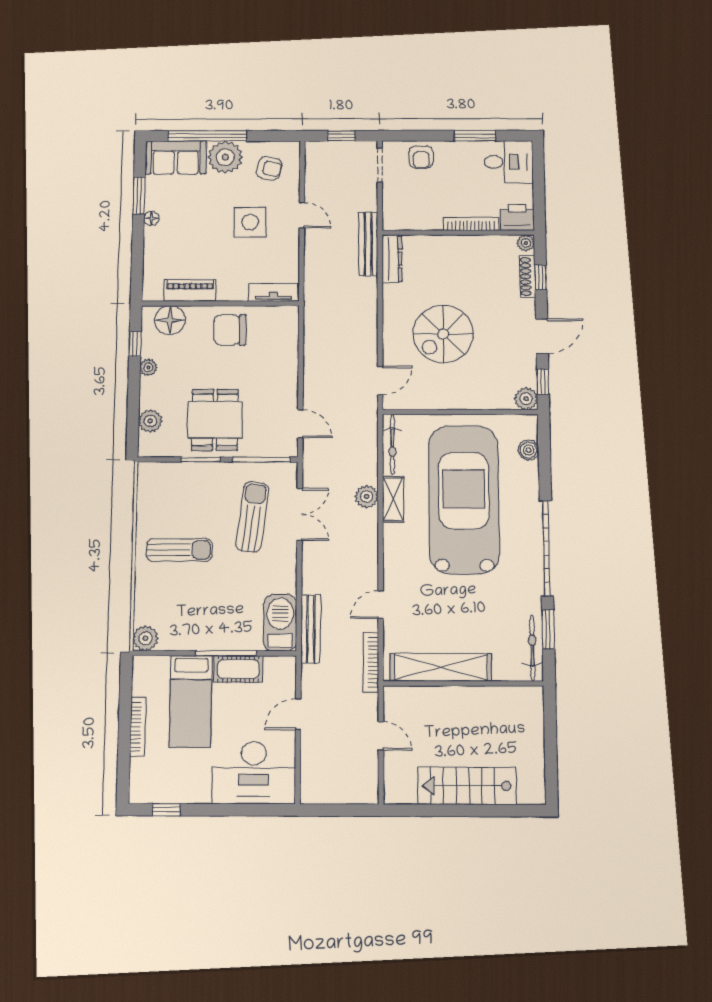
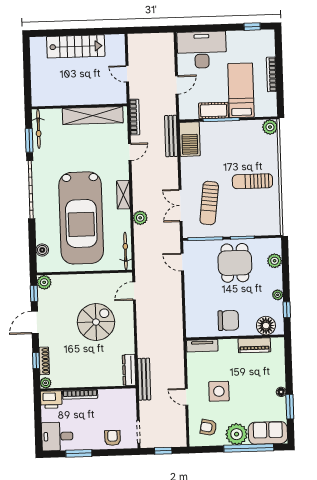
shelving: (393, 499) -> (123, 195), moved

